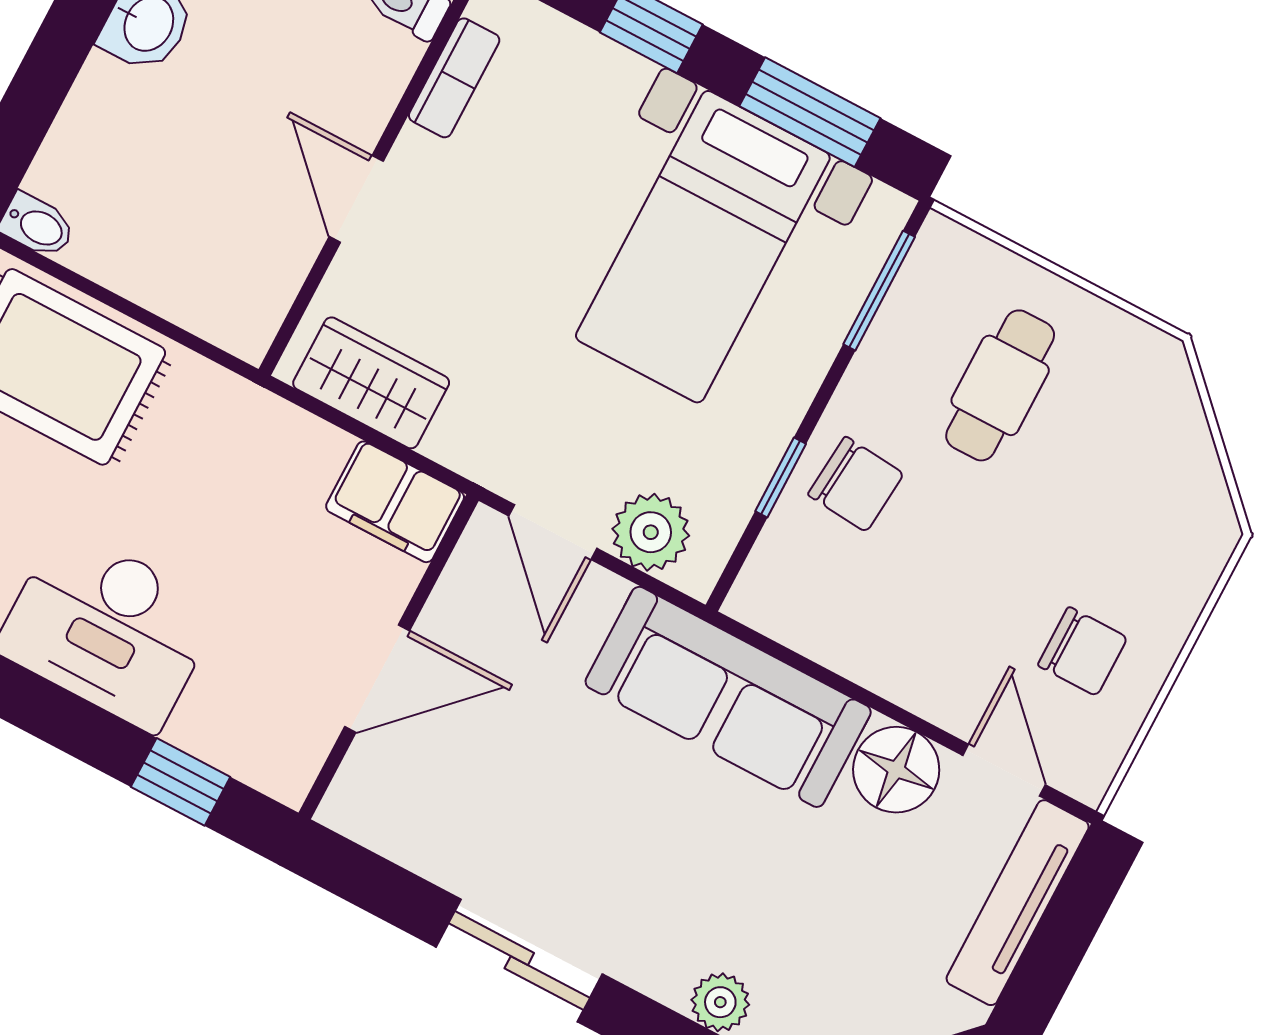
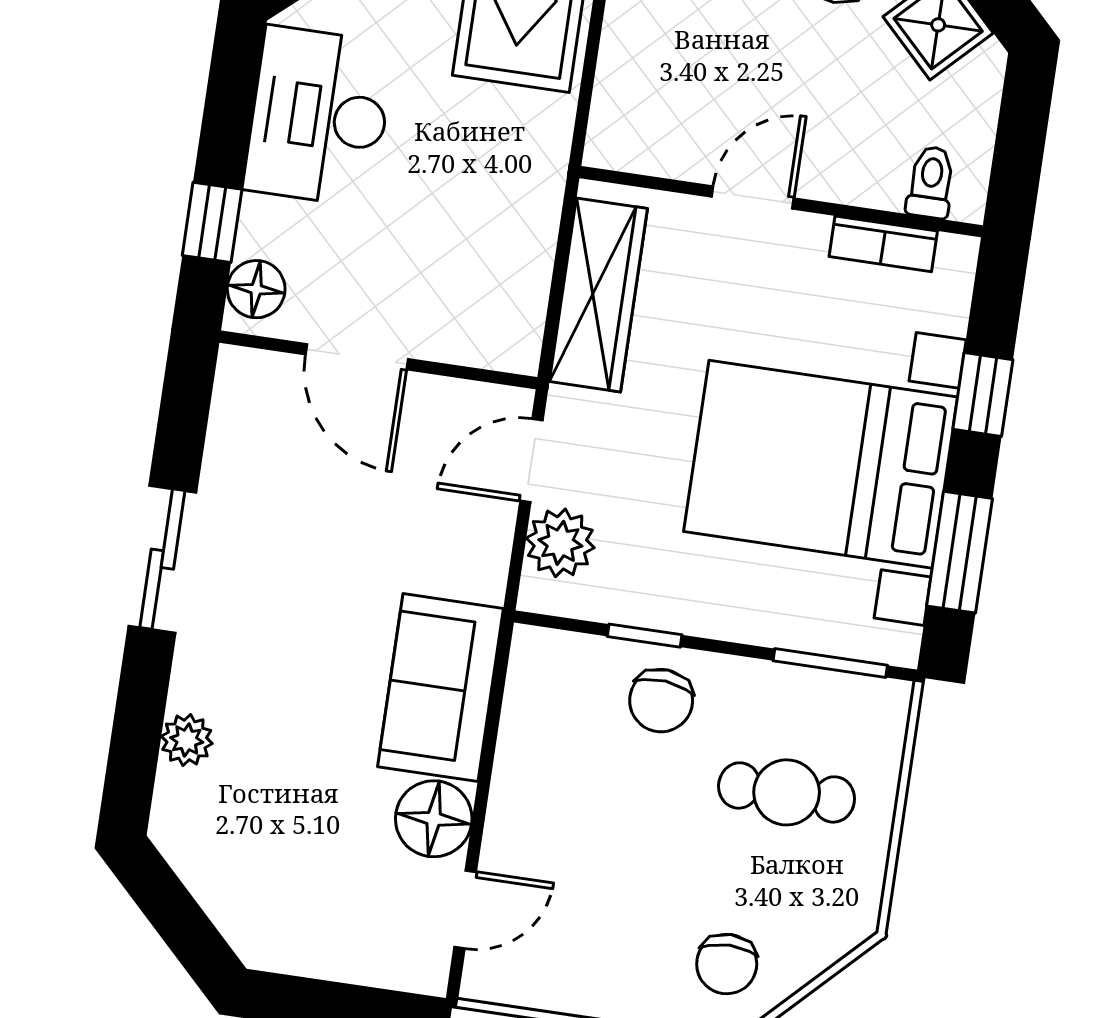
bed with nightstands: (703, 247) -> (821, 464), width x1.36
wardrobe: (371, 383) -> (598, 295), width x1.50
filing cabinet: (395, 502) -> (510, 320), removed
chair: (1083, 651) -> (727, 964), moved
sofa: (728, 697) -> (440, 688), width x0.73
floor lamp: (268, 760) -> (256, 289), added
tv unit: (1018, 903) -> (358, 960), removed

